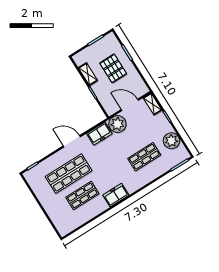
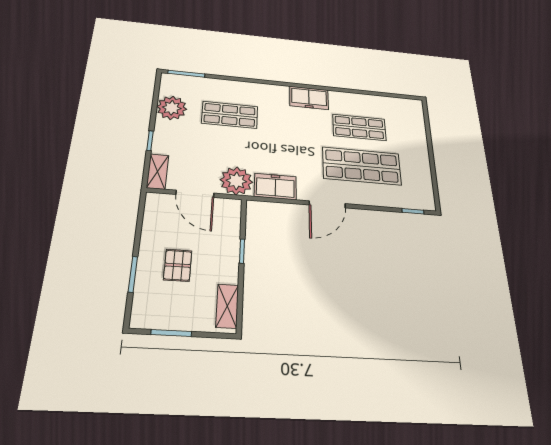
pallet: (113, 68) -> (178, 265), width x0.67, depth x0.71
shelving: (88, 74) -> (227, 306), moved
door: (72, 141) -> (327, 204), hinge flipped

